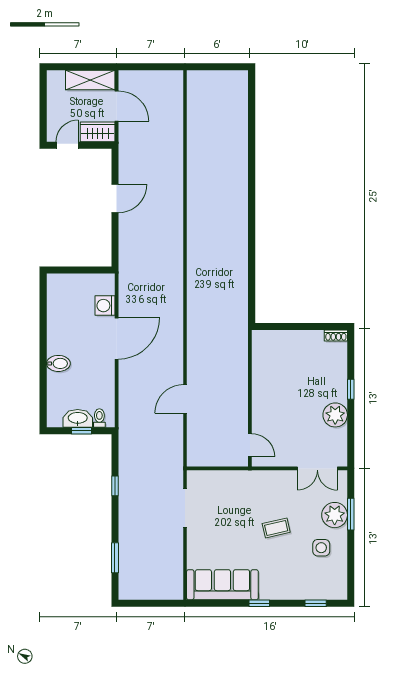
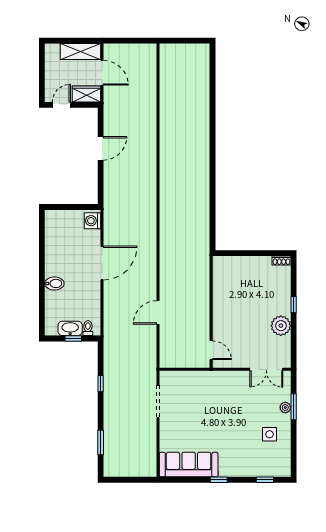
washing machine: (105, 306) -> (93, 221), moved
plant: (335, 515) -> (285, 408), width x0.53, depth x0.53
coffee table: (276, 528) -> (233, 418), removed

